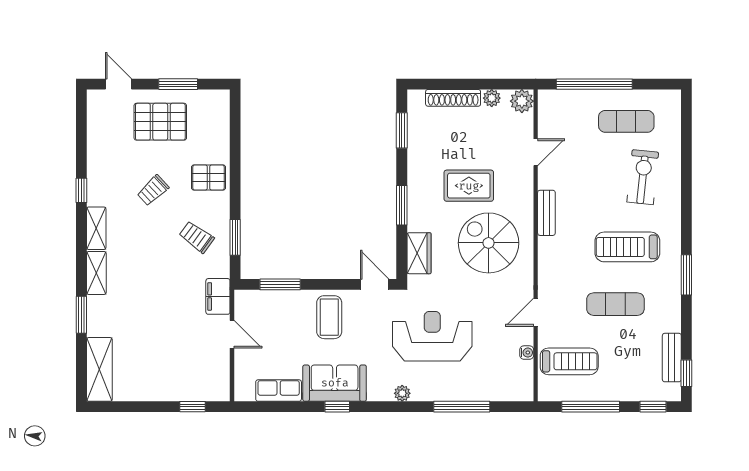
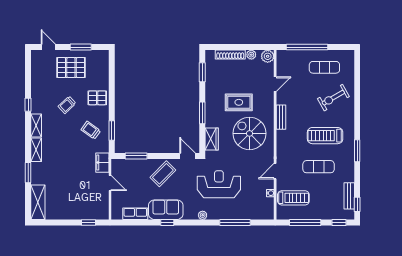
exercise bike: (643, 177) -> (333, 98), turned -126
coffee table: (329, 317) -> (163, 174), turned 45

